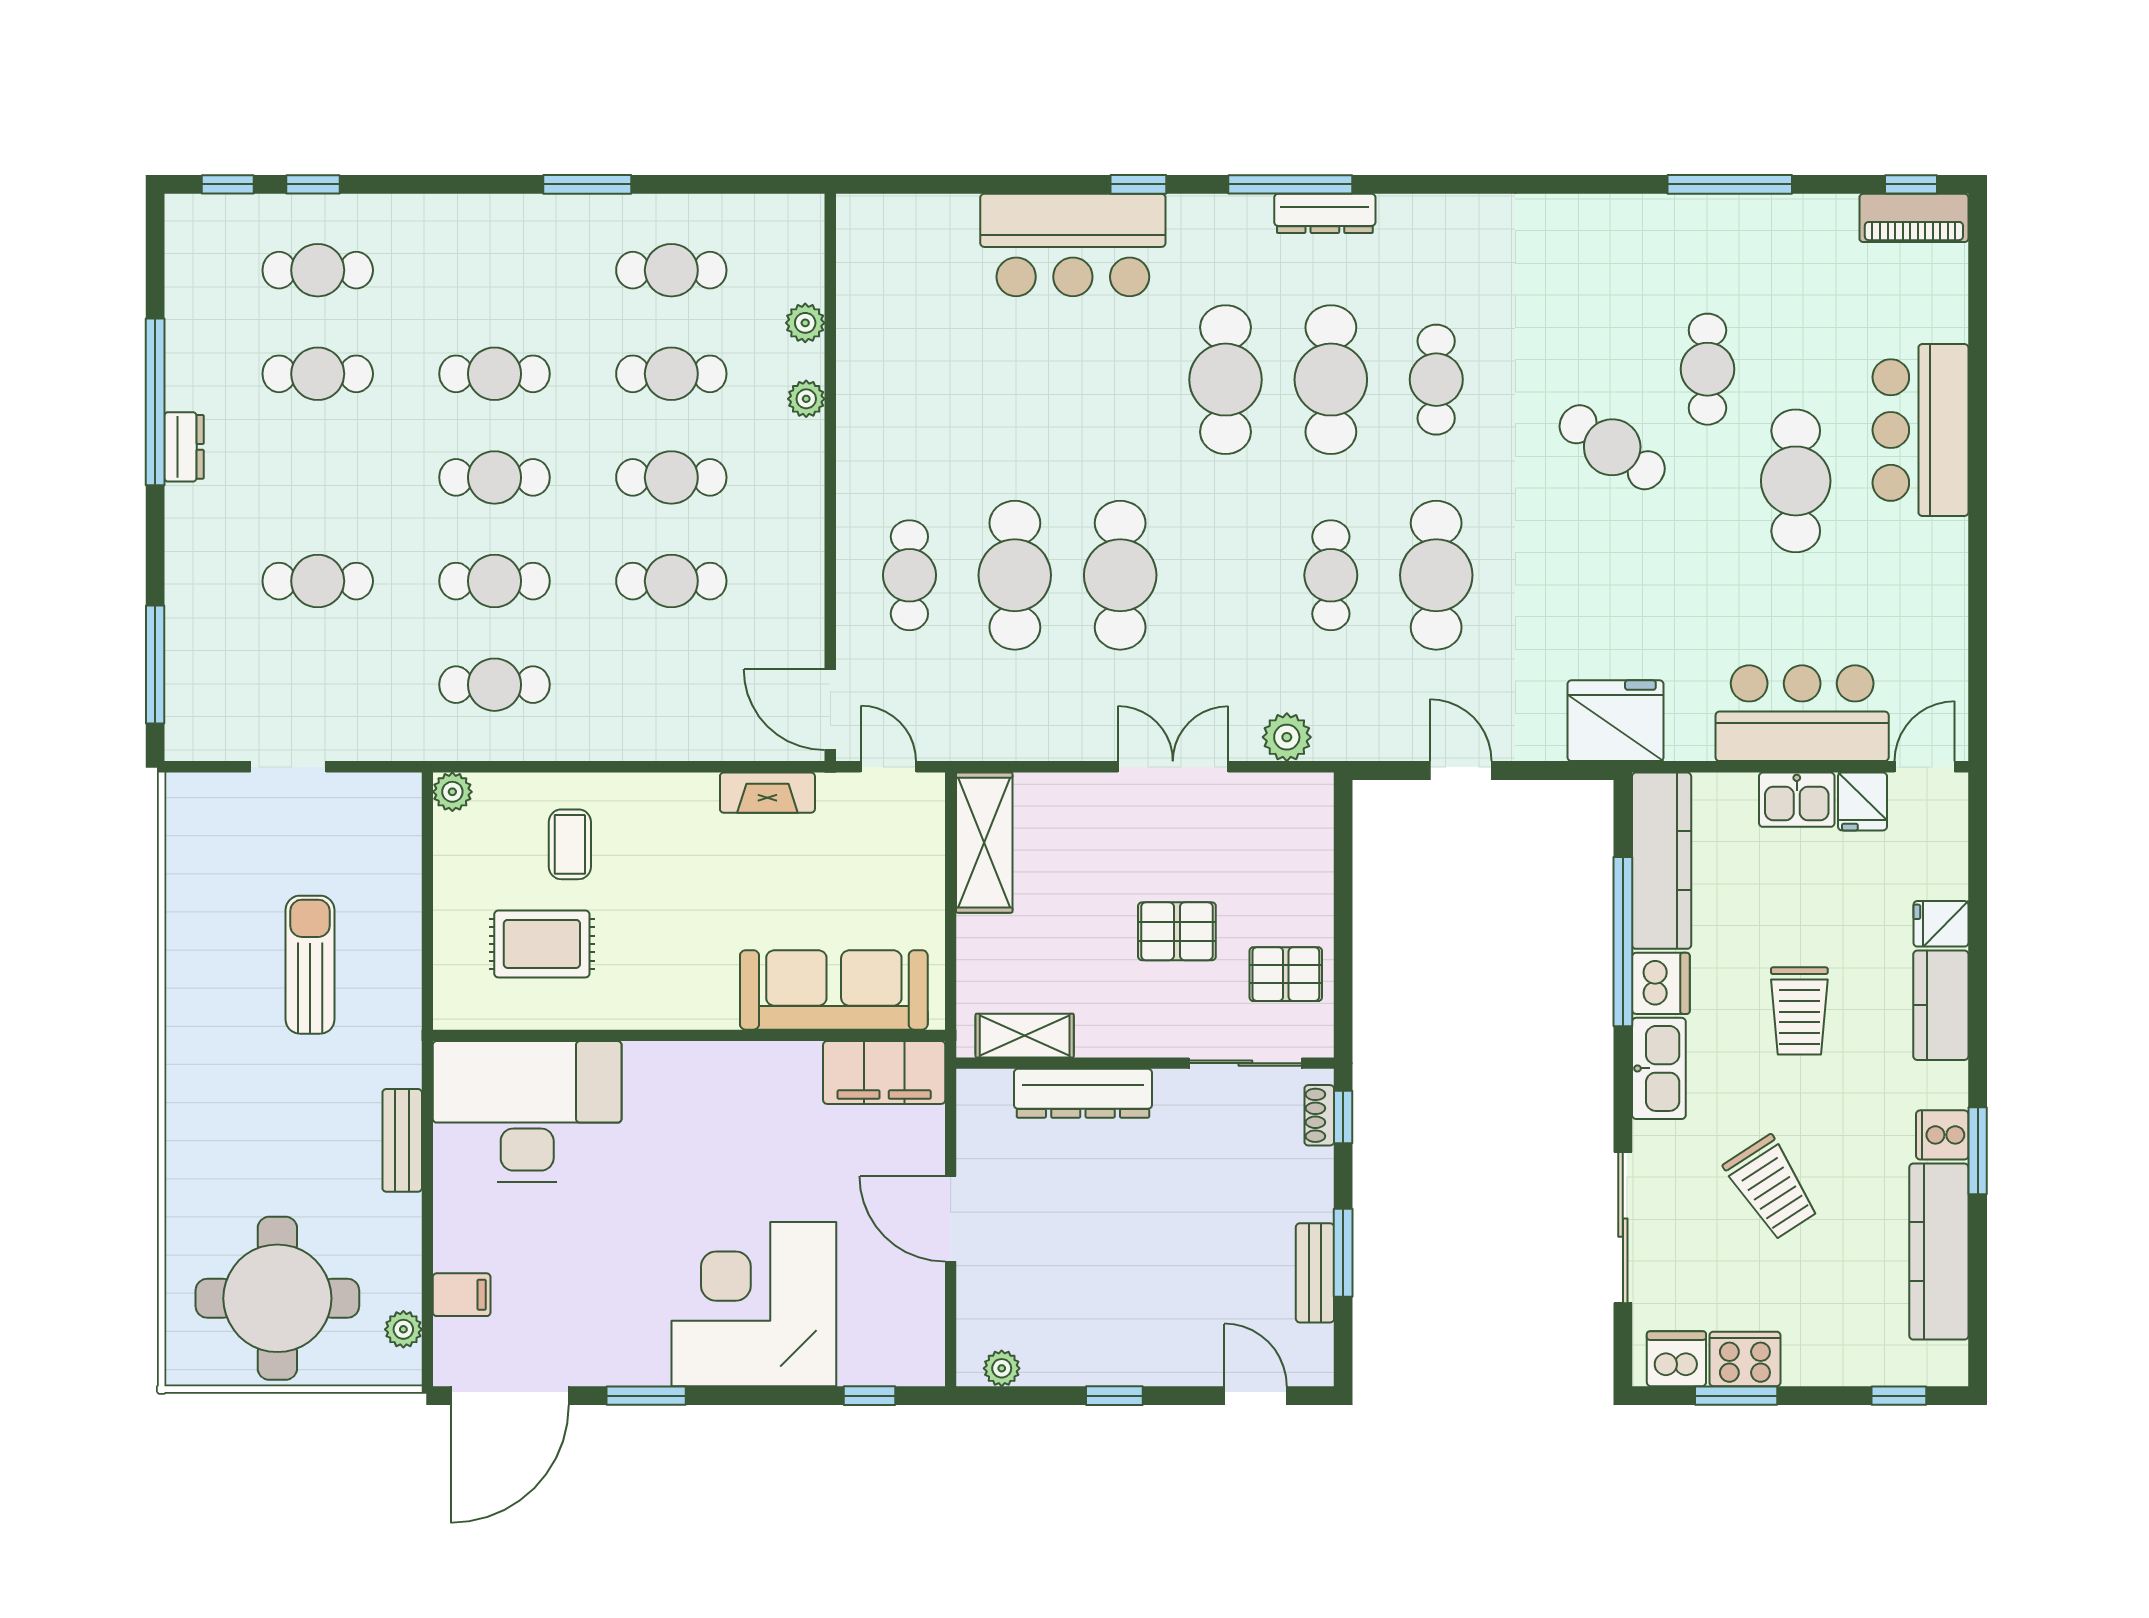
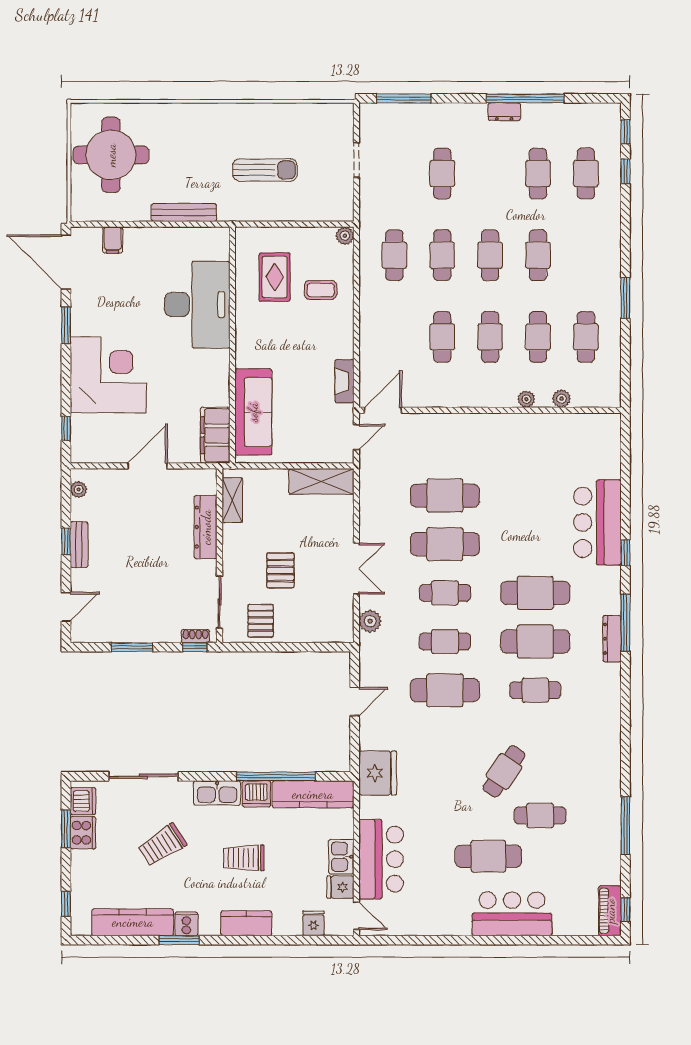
cafe table: (909, 575) -> (445, 593), moved
fridge: (1941, 924) -> (314, 923), moved
desk: (527, 1111) -> (197, 305), moved
bench: (402, 1140) -> (184, 213), width x1.36
bench: (1315, 1273) -> (79, 545), moved, turned 90
plant: (403, 1329) -> (97, 213), removed

